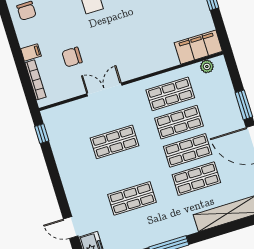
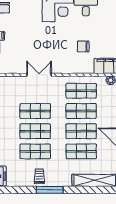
chair: (72, 57) -> (83, 46), moved
shop shelf: (123, 170) -> (35, 131), added
trolley: (148, 231) -> (39, 176), added

